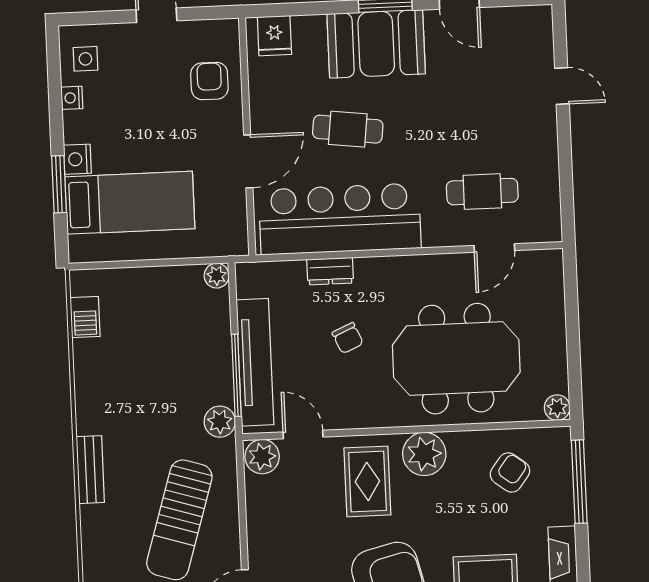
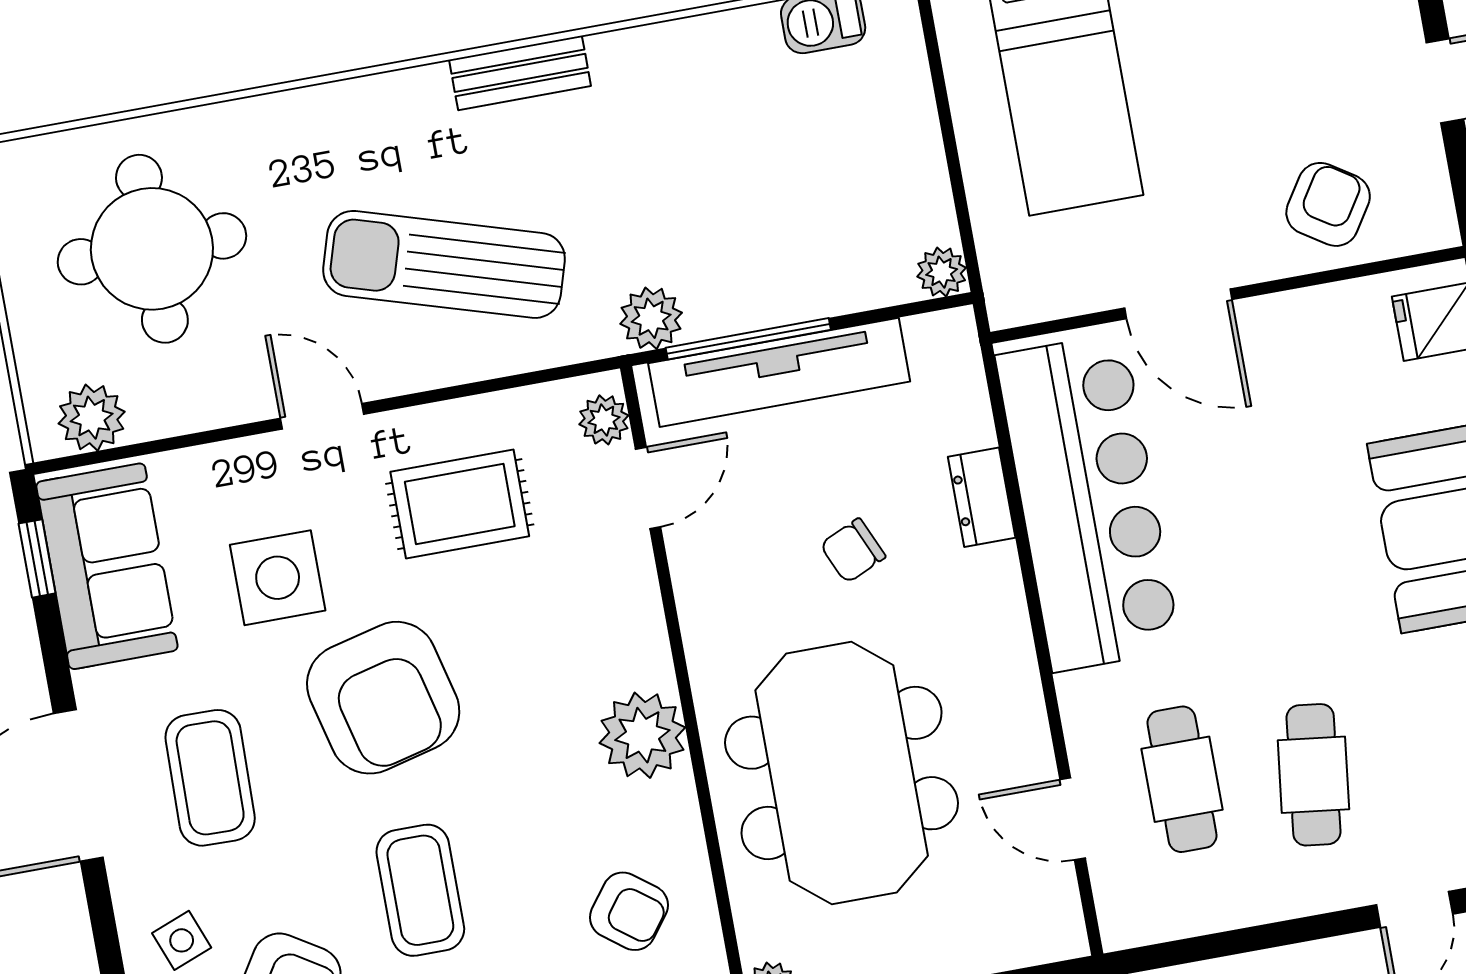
armchair: (209, 81) -> (1328, 204), turned -57
cafe table: (348, 129) -> (1313, 775), moved
plant: (262, 457) -> (604, 420), width x0.73, depth x0.73
rug: (367, 481) -> (460, 504), moved

